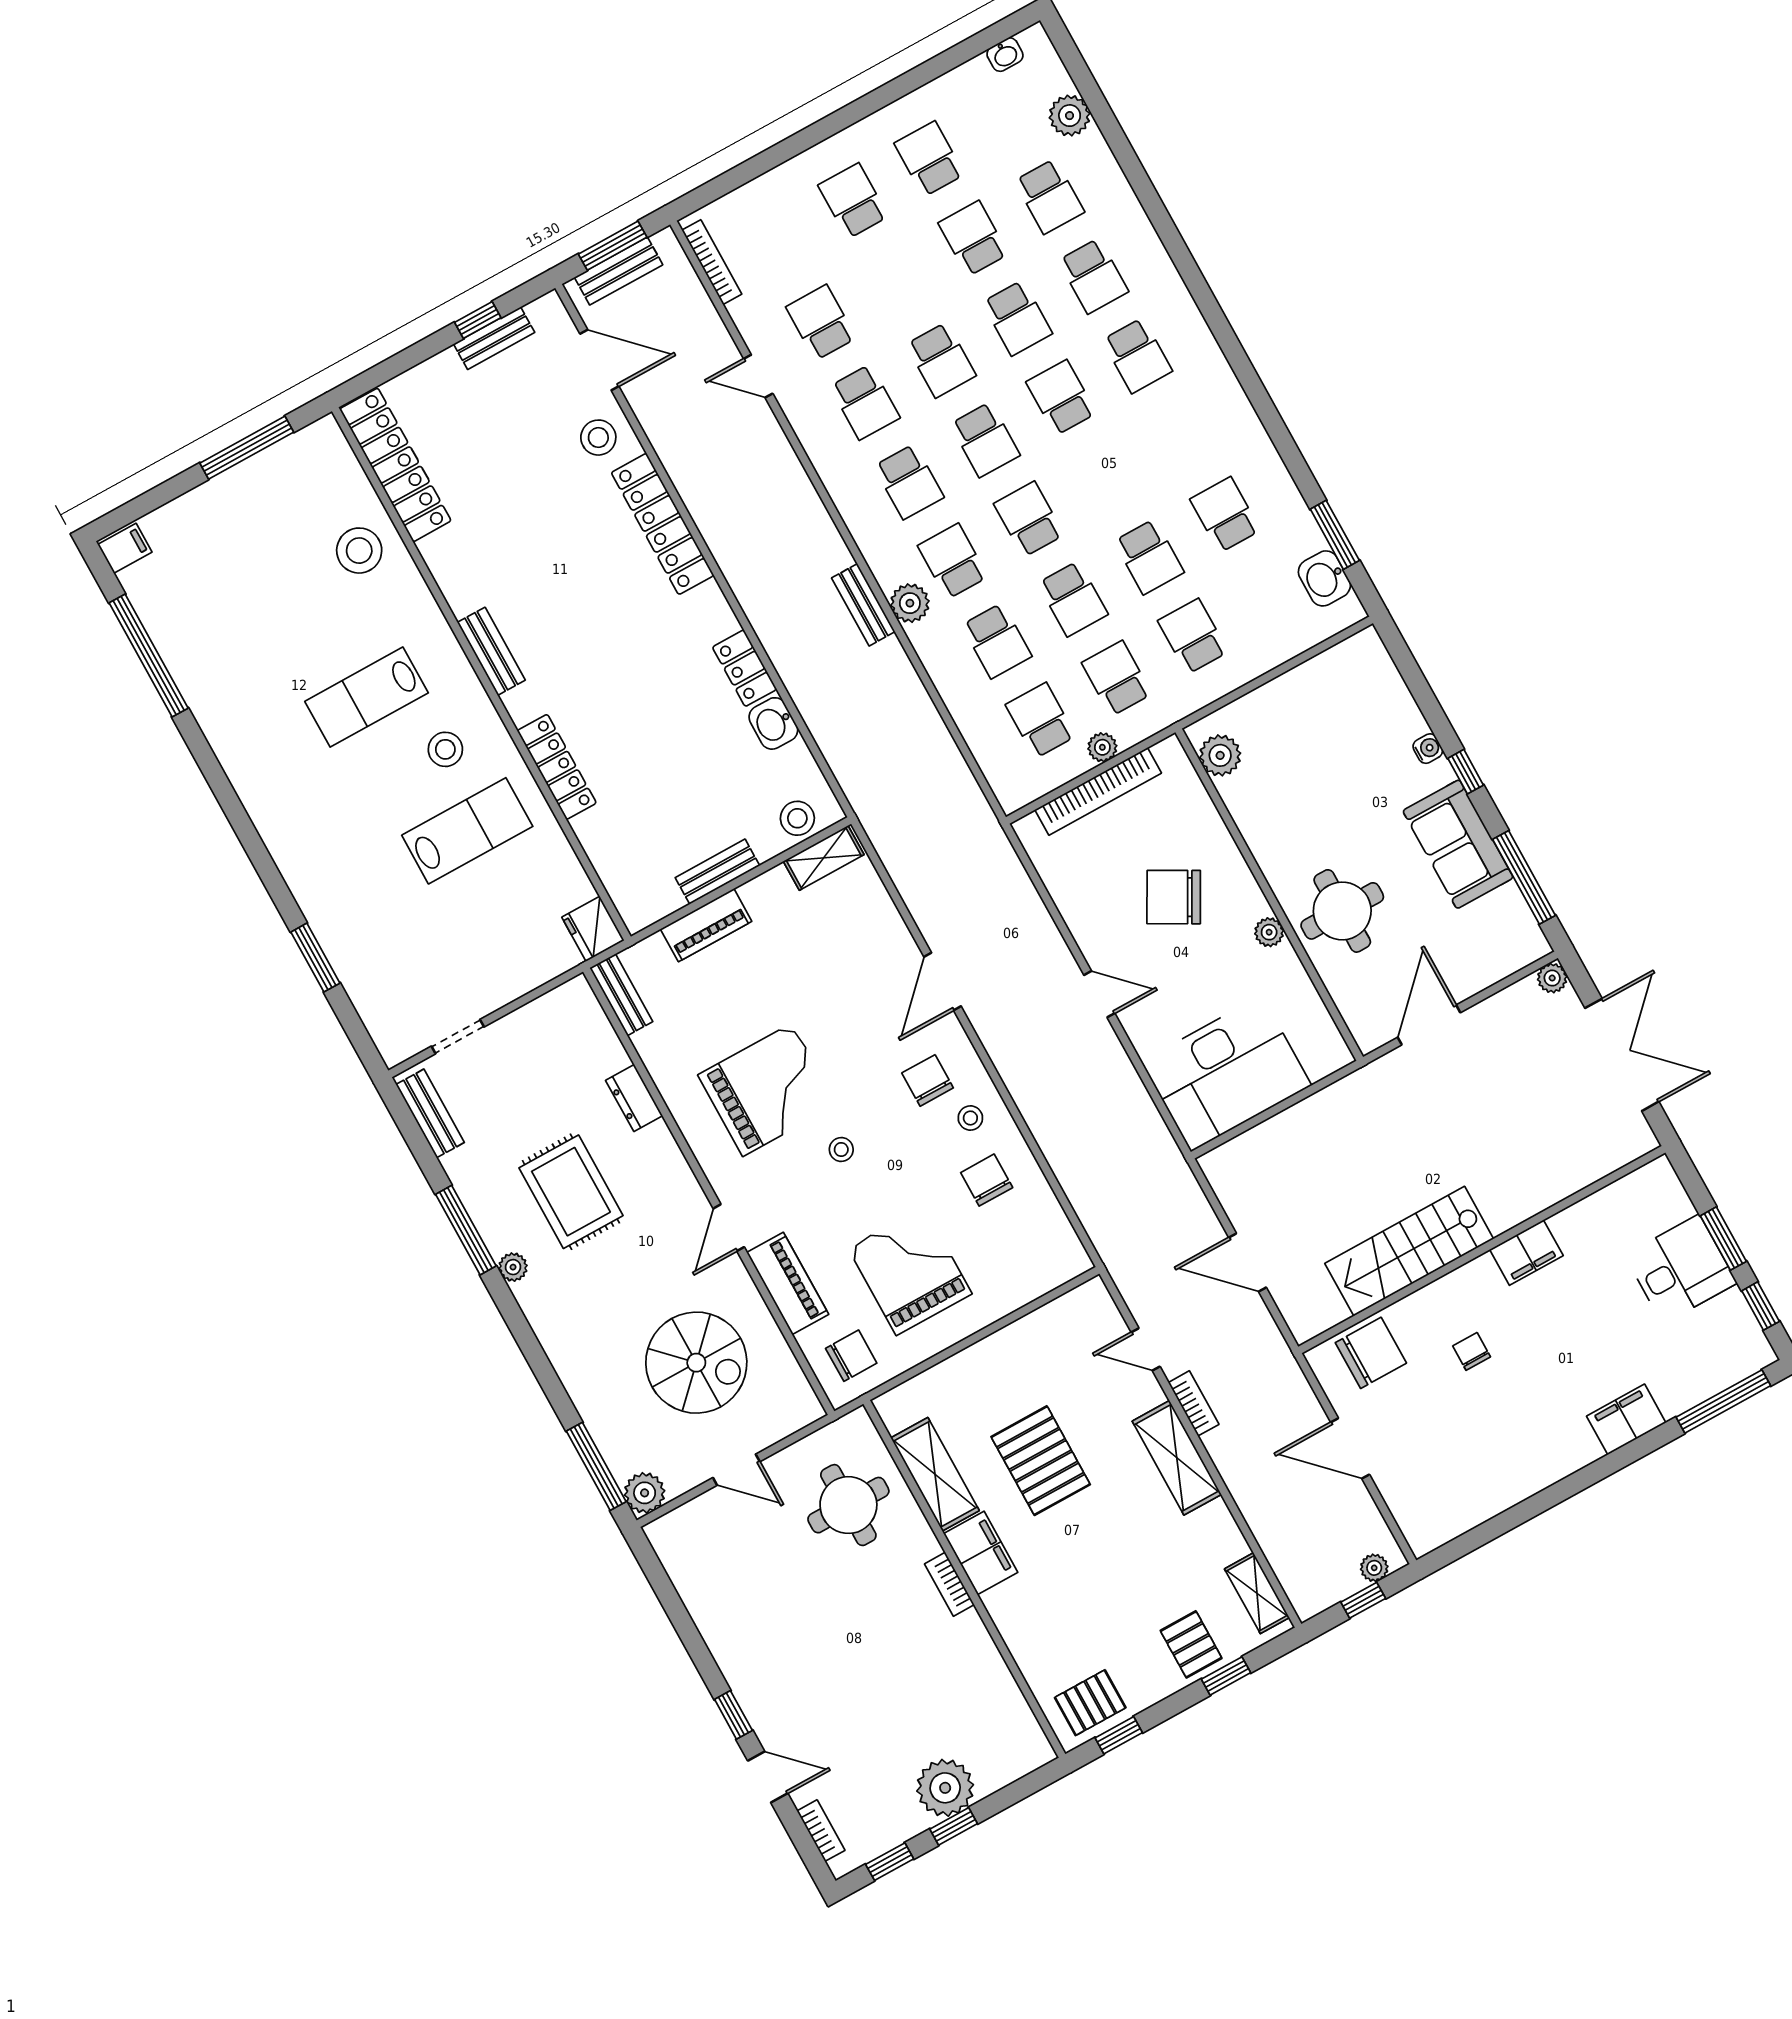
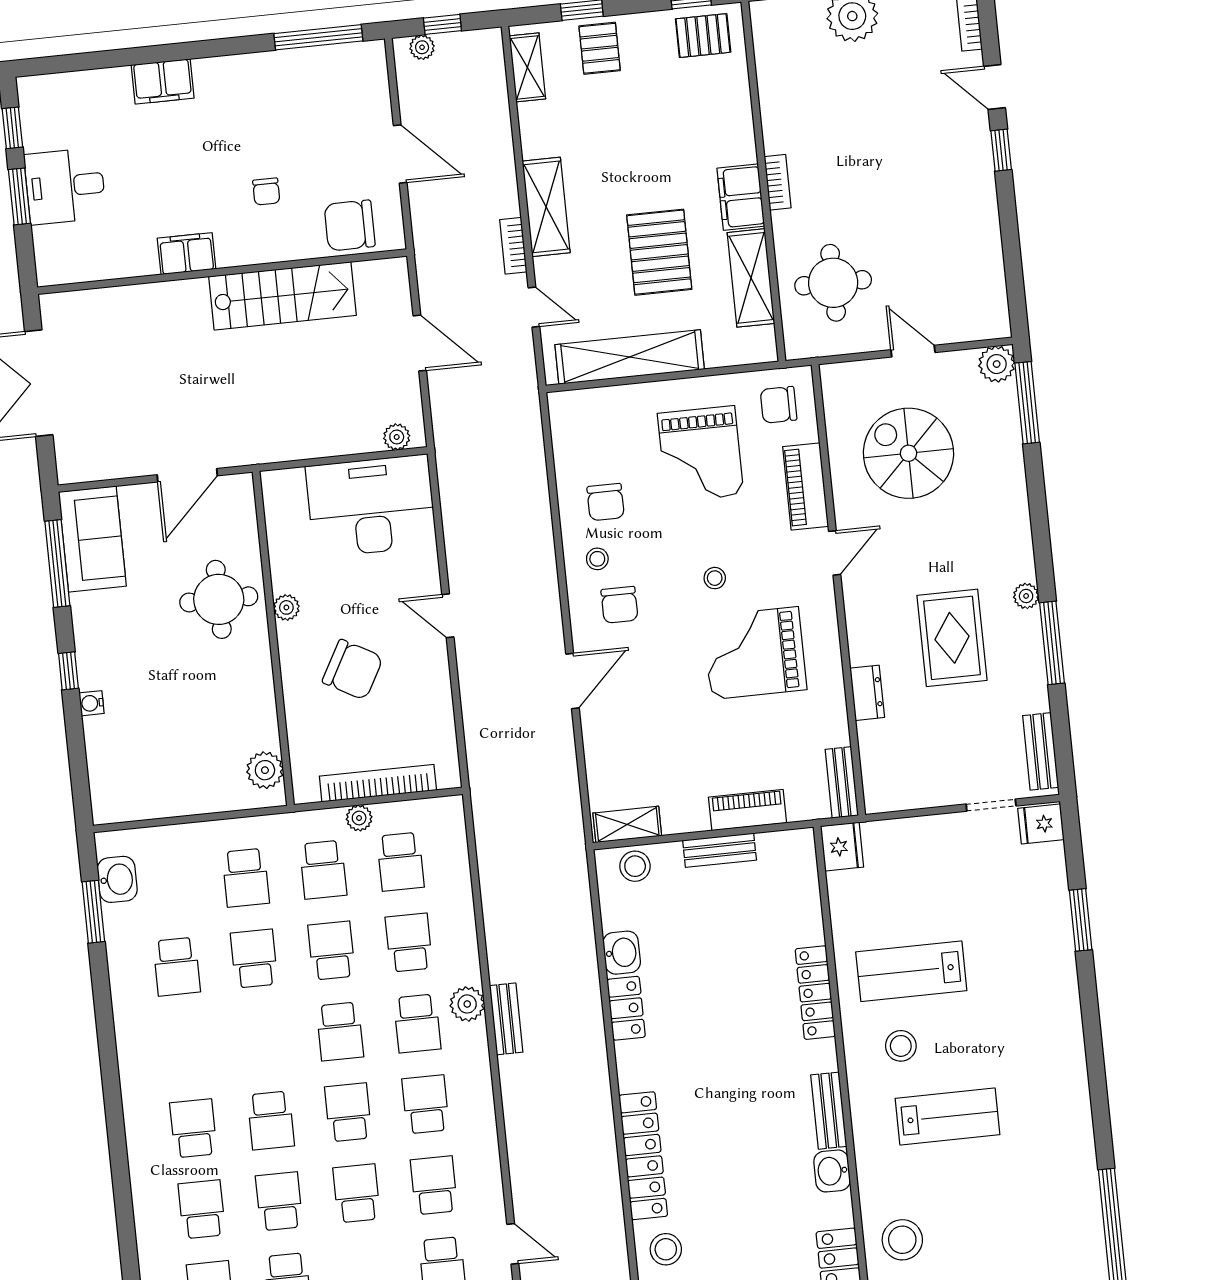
washbasin: (462, 591) -> (832, 1171), added
sofa: (1458, 844) -> (92, 539), moved
plant: (1552, 978) -> (397, 437), moved
fridge: (398, 1039) -> (1041, 824), added
shelving: (1025, 1340) -> (630, 357), added
window: (1723, 1401) -> (318, 37), moved

